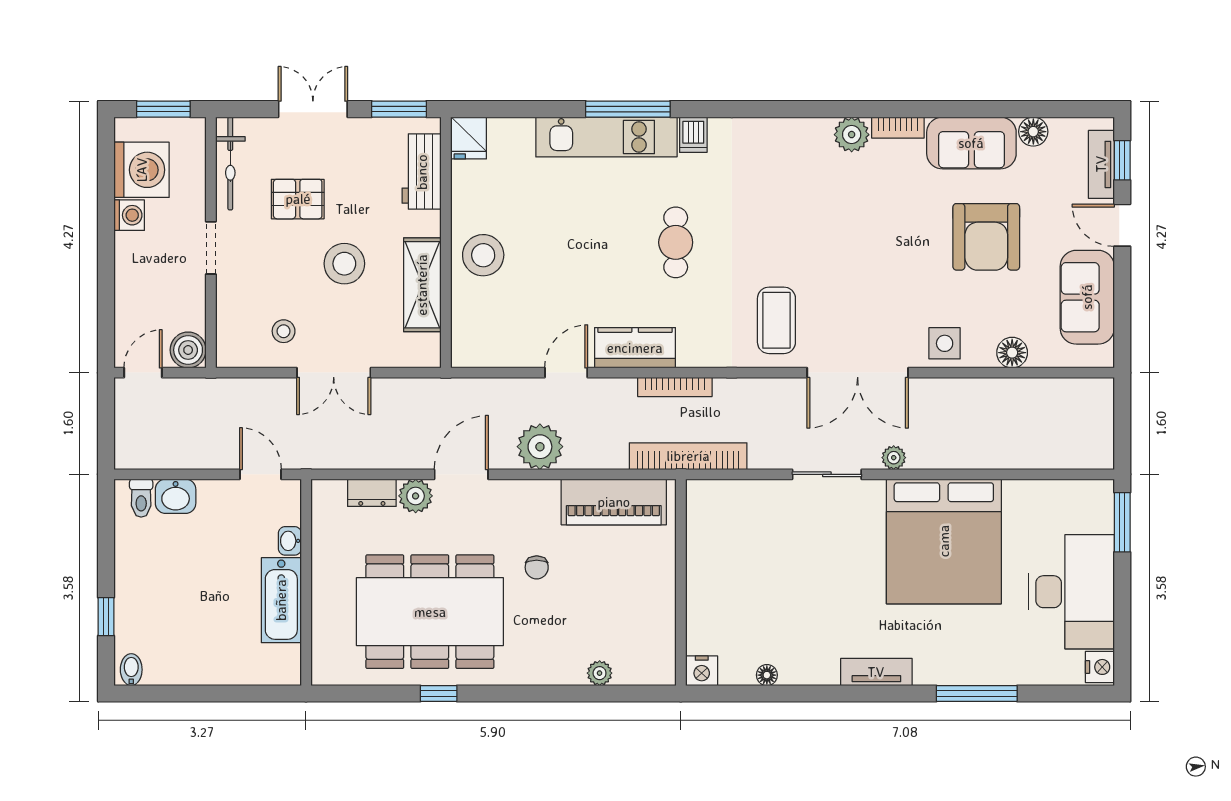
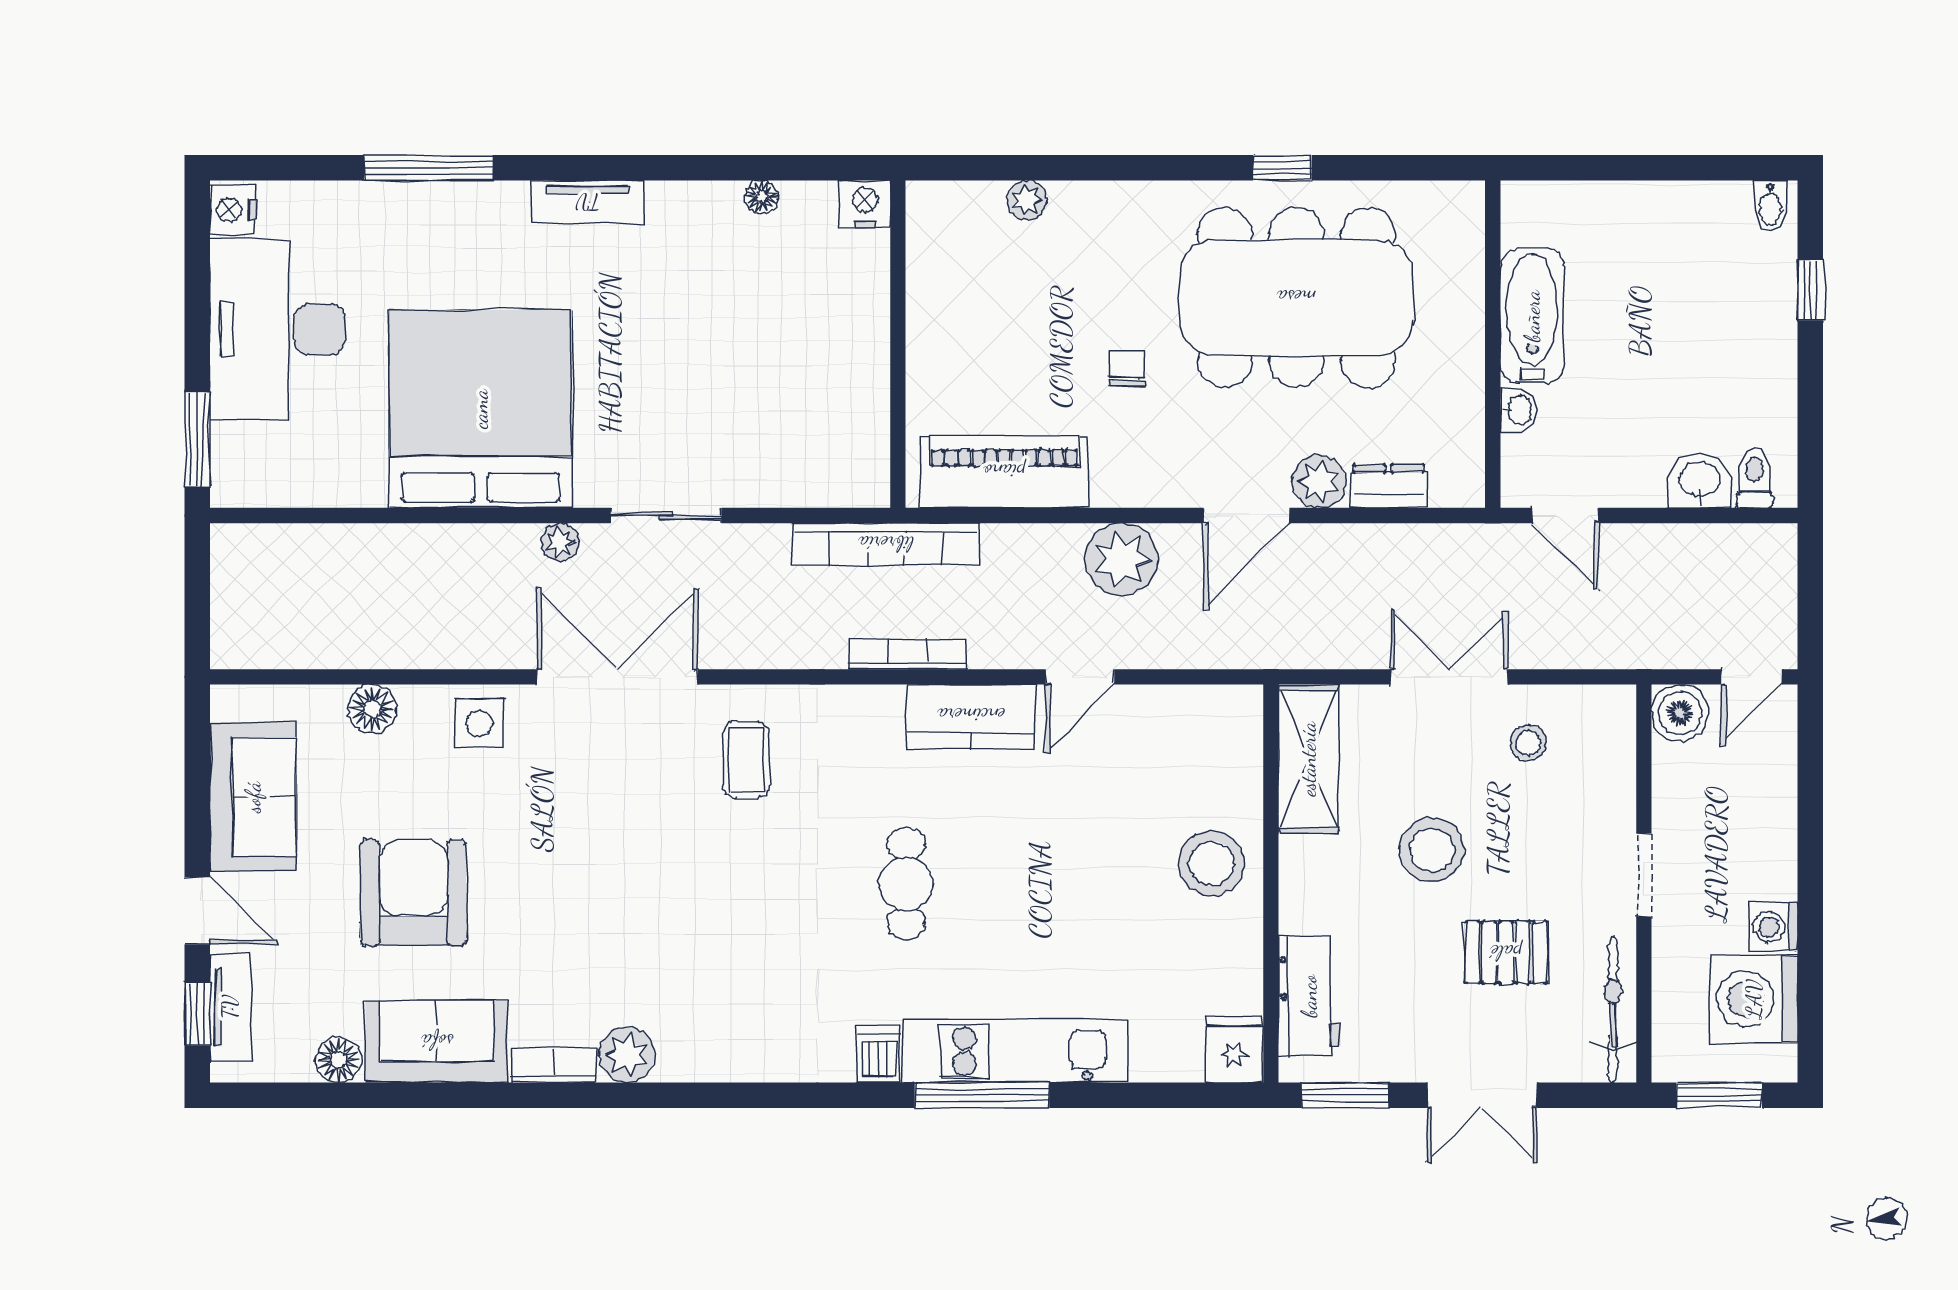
shelving: (422, 285) -> (1308, 759), moved
coffee table: (776, 320) -> (746, 760), width x0.73, depth x0.77

